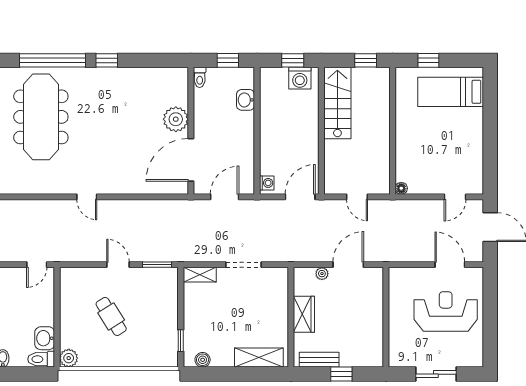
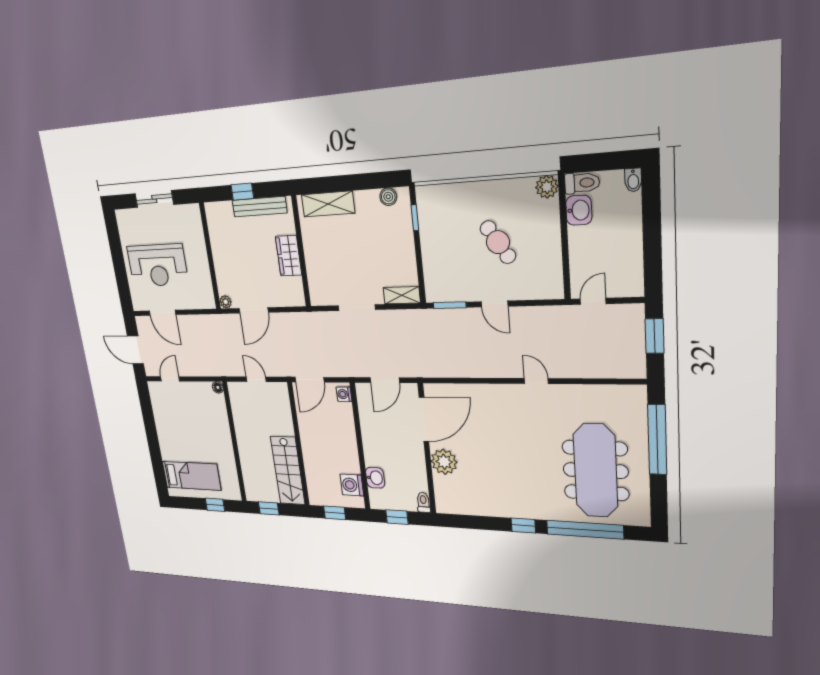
washing machine: (300, 78) -> (352, 485), moved, turned -90
plant: (322, 274) -> (226, 302), moved
bench: (319, 360) -> (259, 207), width x1.36

